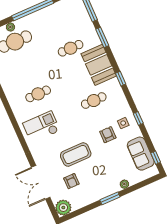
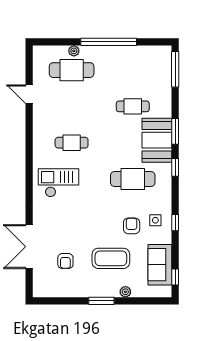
window: (102, 37) -> (175, 131), moved
cafe table: (94, 101) -> (133, 179), width x1.37, depth x1.35
coffee table: (76, 155) -> (111, 258), moved
plant: (63, 208) -> (42, 288), removed

